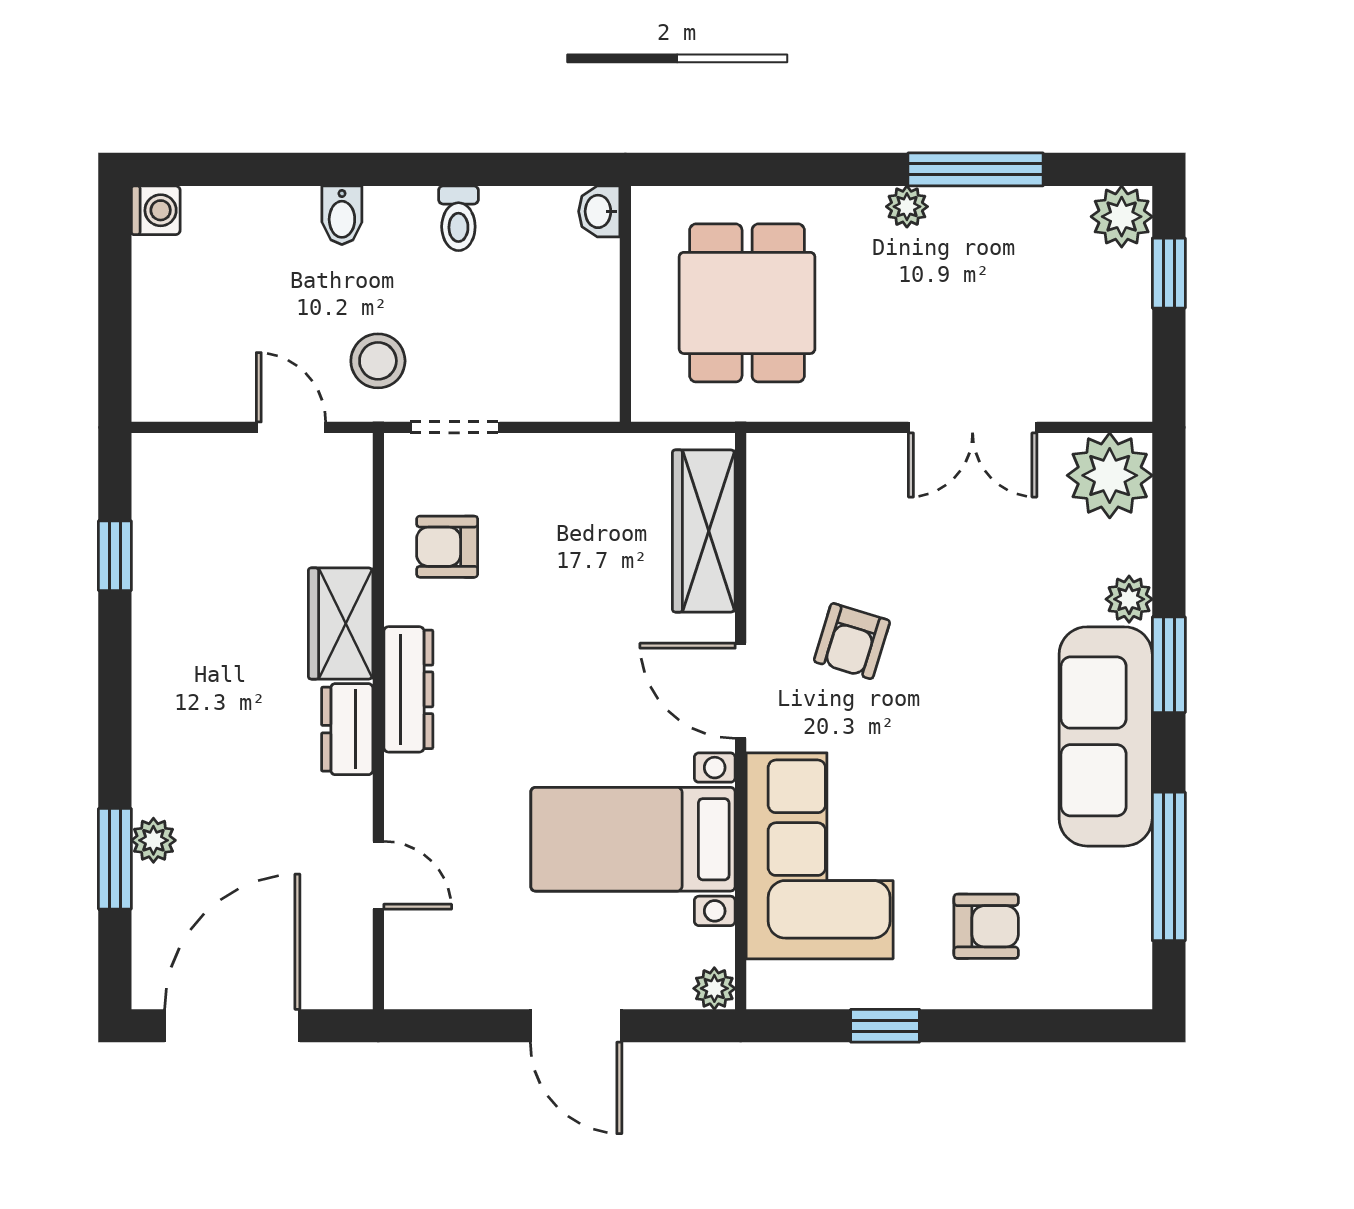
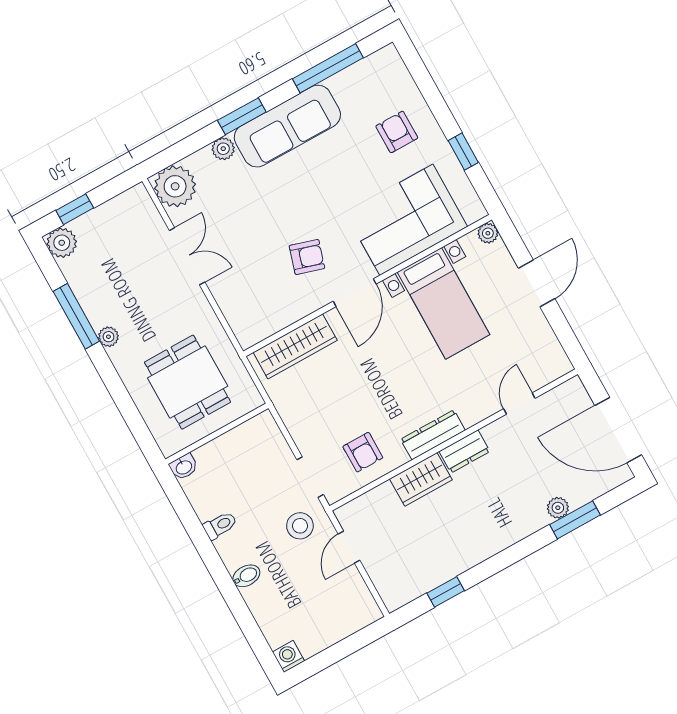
dining table: (747, 303) -> (188, 382), turned 90

